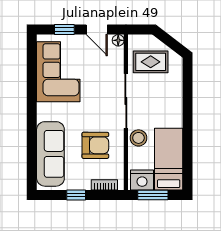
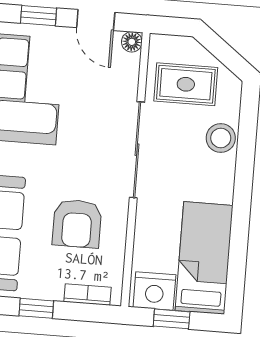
stool: (138, 138) -> (221, 138), moved
armchair: (95, 145) -> (77, 224), turned 90
window: (153, 195) -> (172, 319), width x0.67

